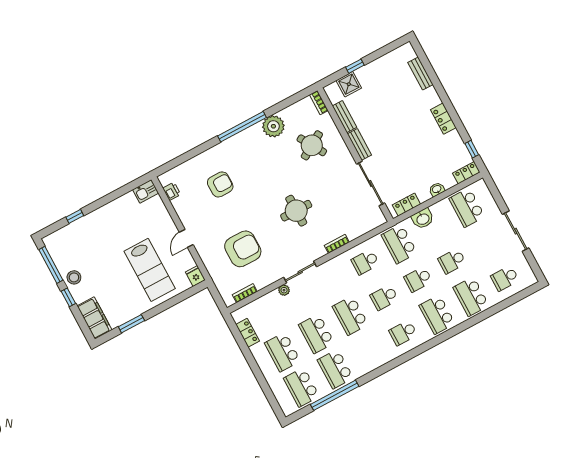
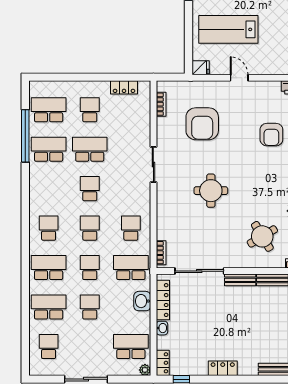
locker: (406, 205) -> (163, 300), width x1.53
bookcase: (337, 244) -> (161, 253), moved
plant: (284, 290) -> (145, 370), moved
school desk: (350, 316) -> (90, 189), width x0.54
school desk: (283, 352) -> (90, 110), width x0.54

